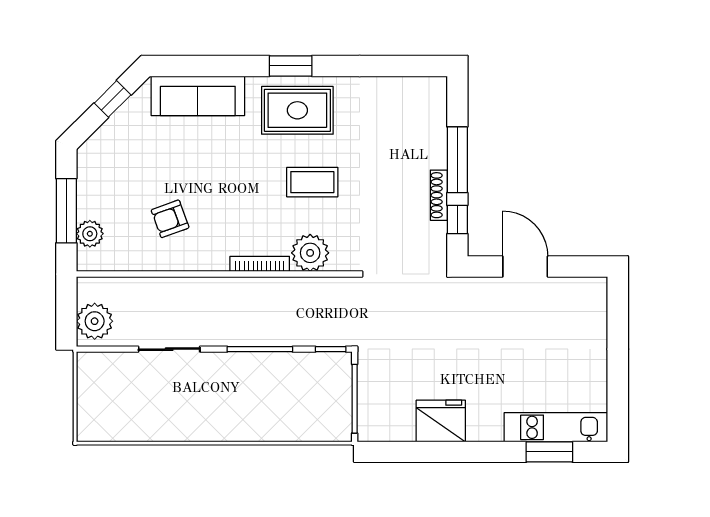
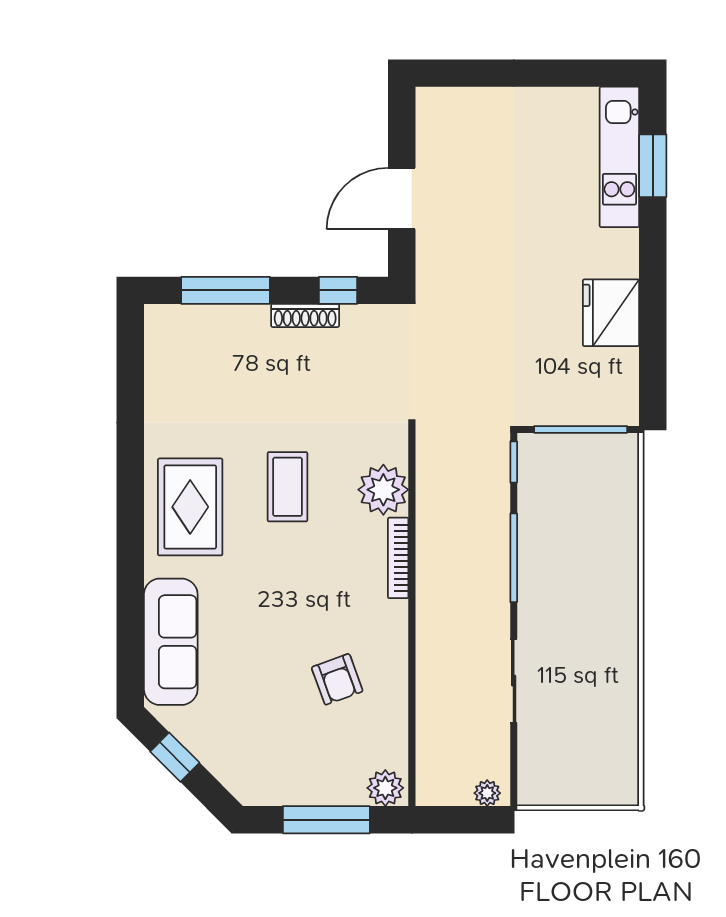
window: (291, 66) -> (130, 516), removed
window: (457, 160) -> (226, 290), moved
plant: (90, 234) -> (385, 788), moved
plant: (95, 321) -> (487, 793), width x0.53, depth x0.53

